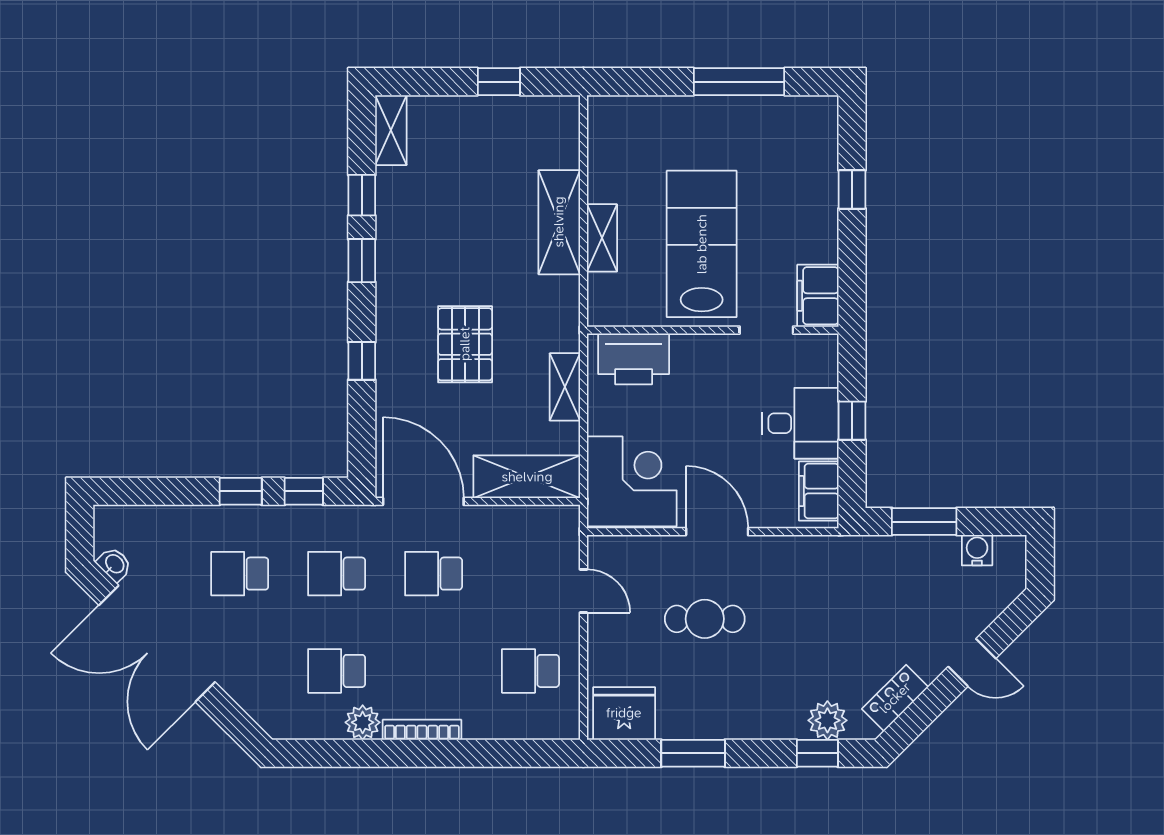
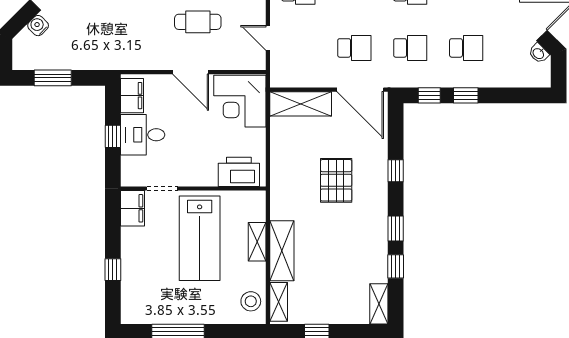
stool: (613, 135) -> (251, 301), added
shelving: (565, 387) -> (279, 302), moved
window: (924, 522) -> (53, 78), moved
water cooler: (977, 550) -> (38, 26), moved, turned 135

